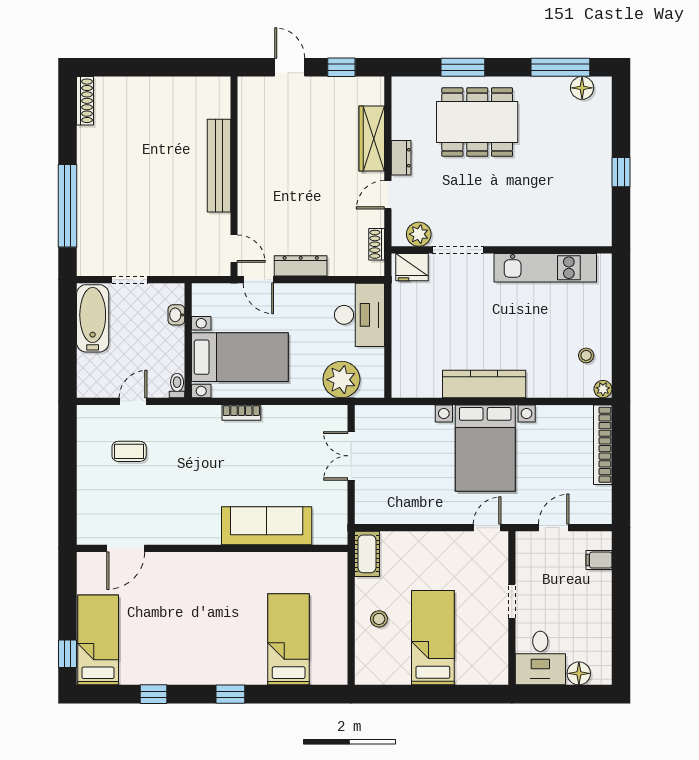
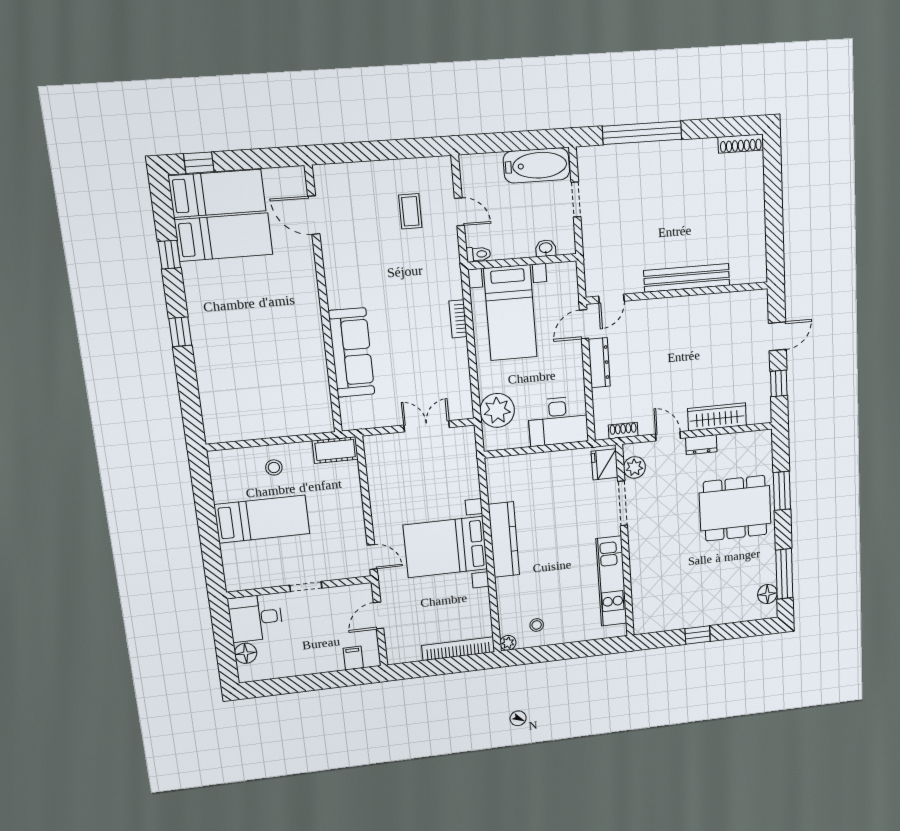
dining table: (477, 122) -> (735, 508), turned 90
door: (554, 528) -> (379, 615), swing flipped
bed: (289, 639) -> (224, 237), moved

